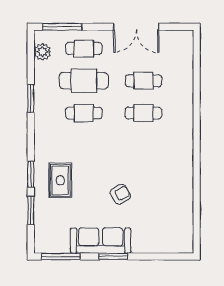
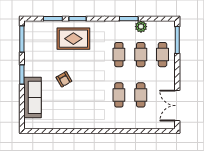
double door: (136, 27) -> (177, 106), moved
plant: (42, 52) -> (141, 27), moved
cafe table: (84, 81) -> (141, 55), width x0.73, depth x0.74
rug: (60, 180) -> (73, 39), width x1.36, depth x1.43
sofa: (101, 241) -> (33, 97), moved

